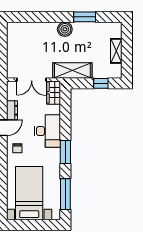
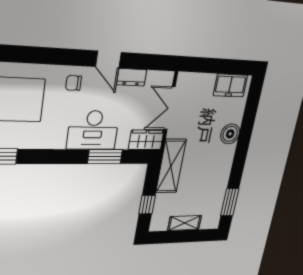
window: (85, 17) -> (230, 202), moved
boiler: (65, 29) -> (230, 134), moved
freezer: (14, 37) -> (230, 85), added
window: (65, 152) -> (105, 157), moved

